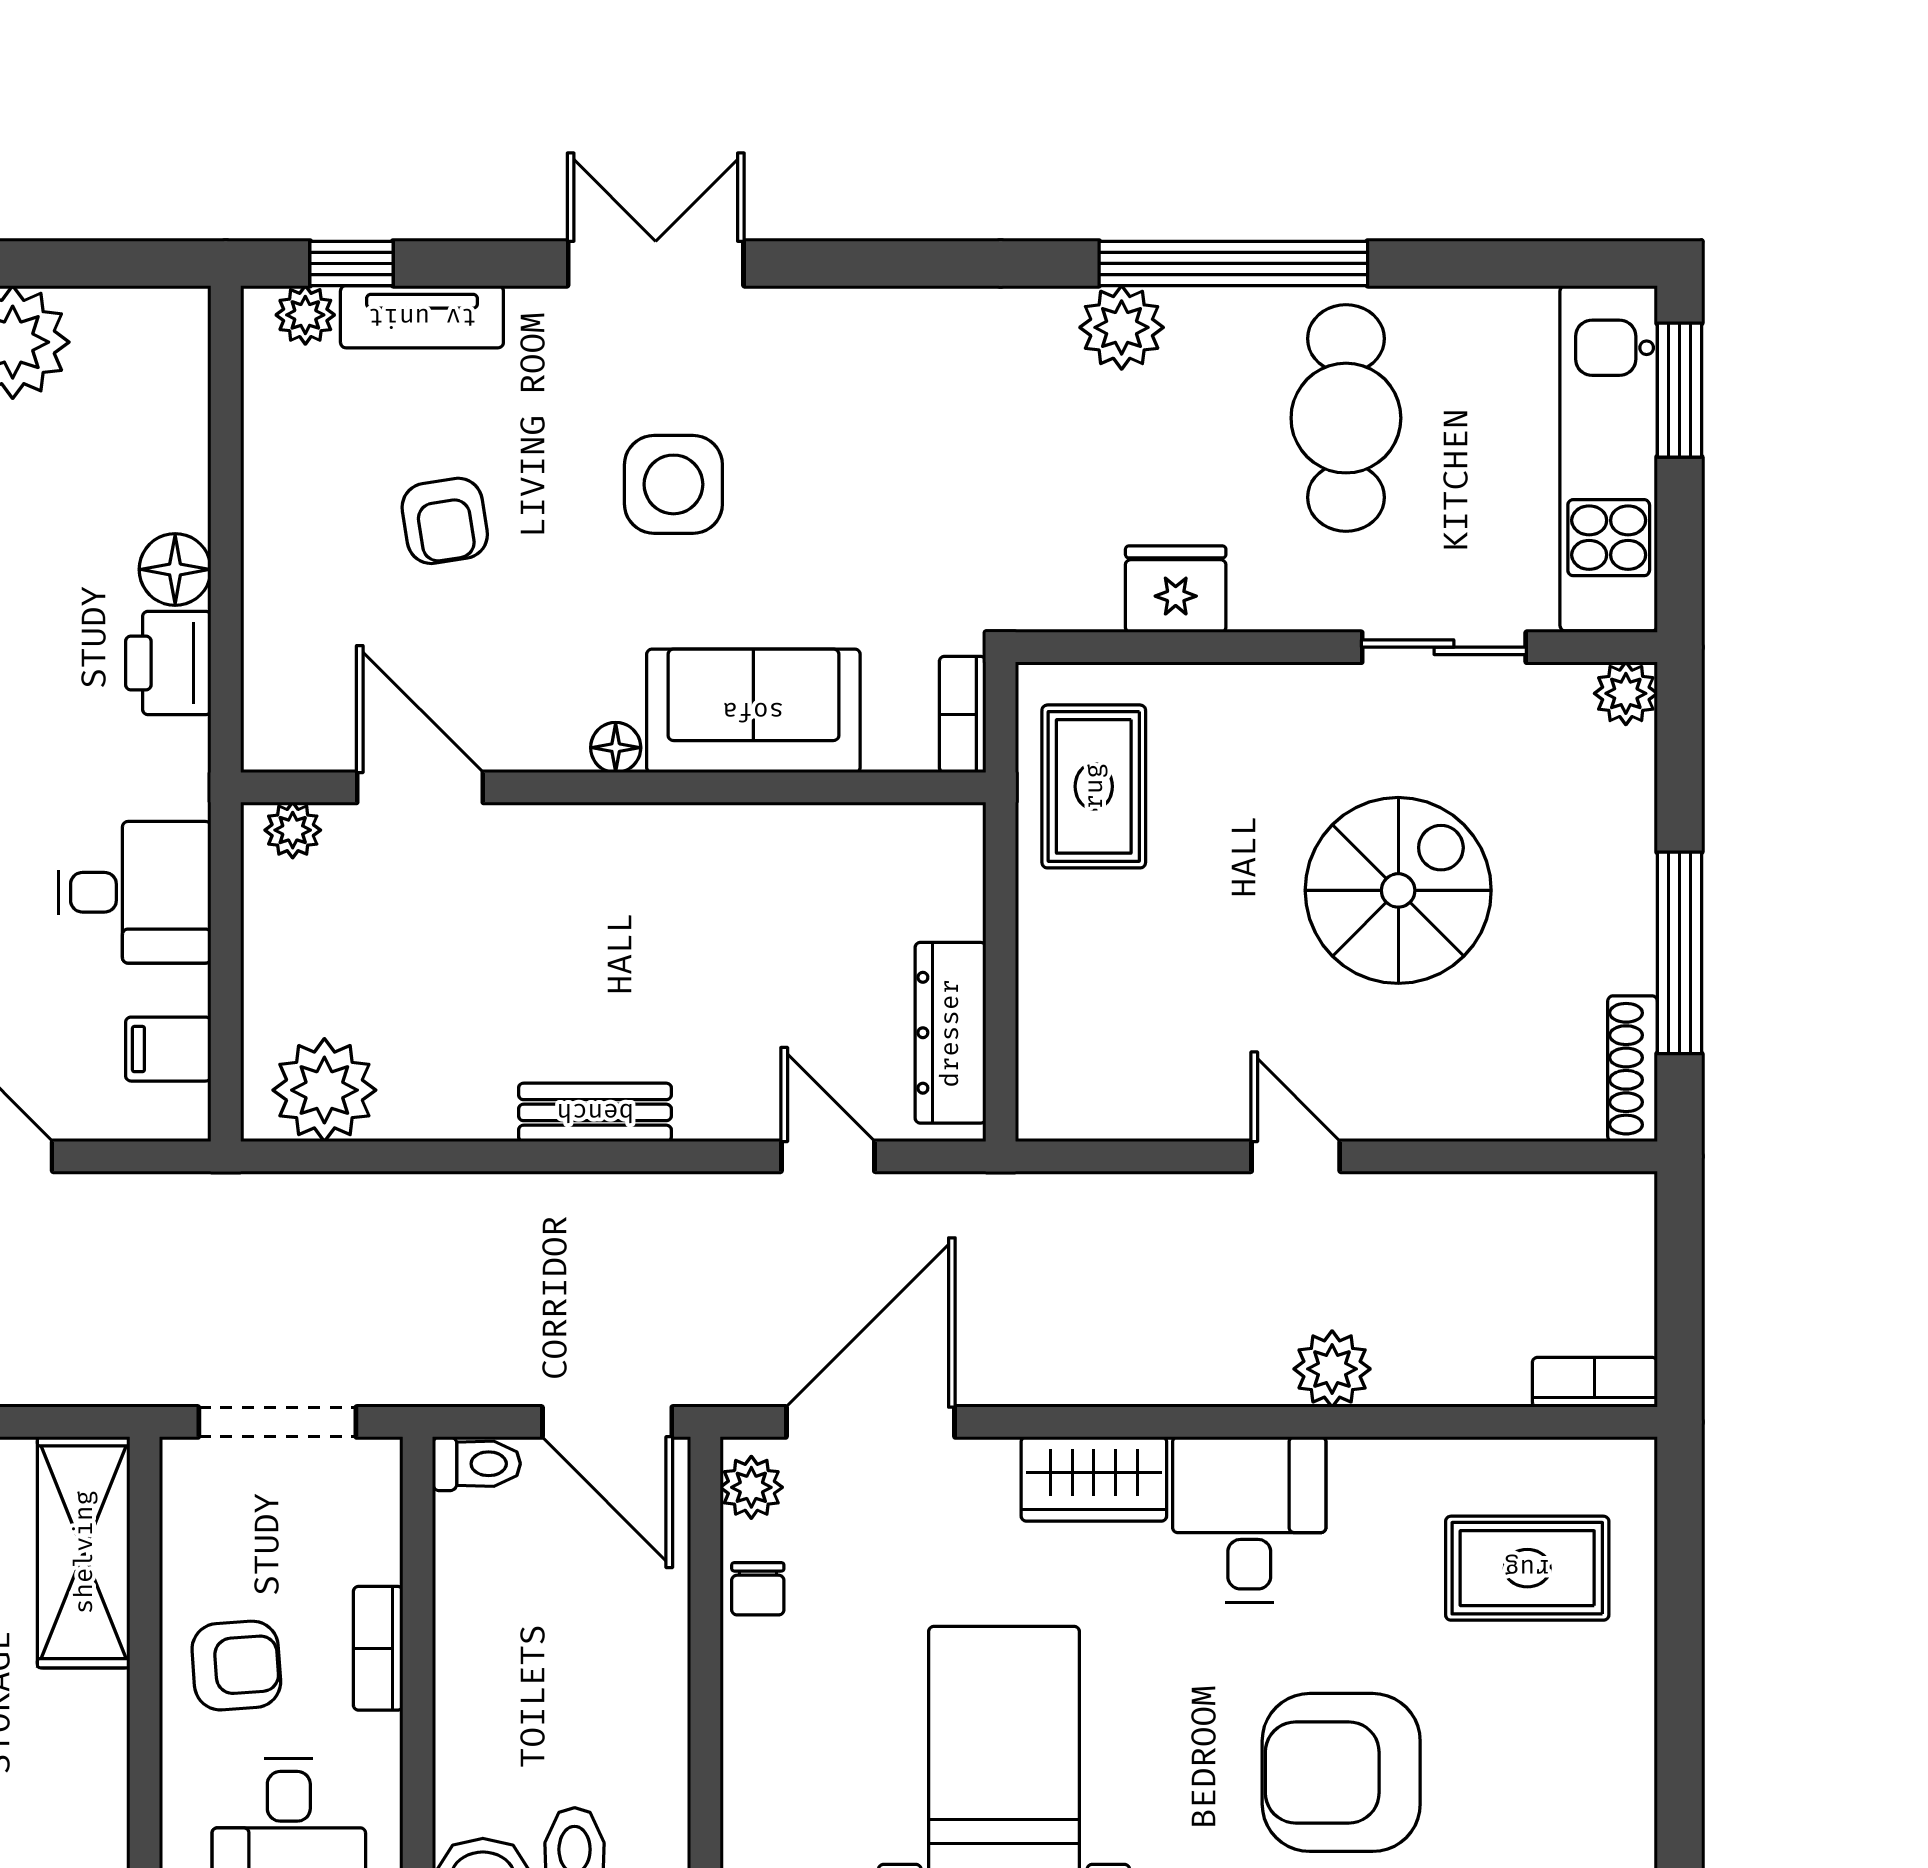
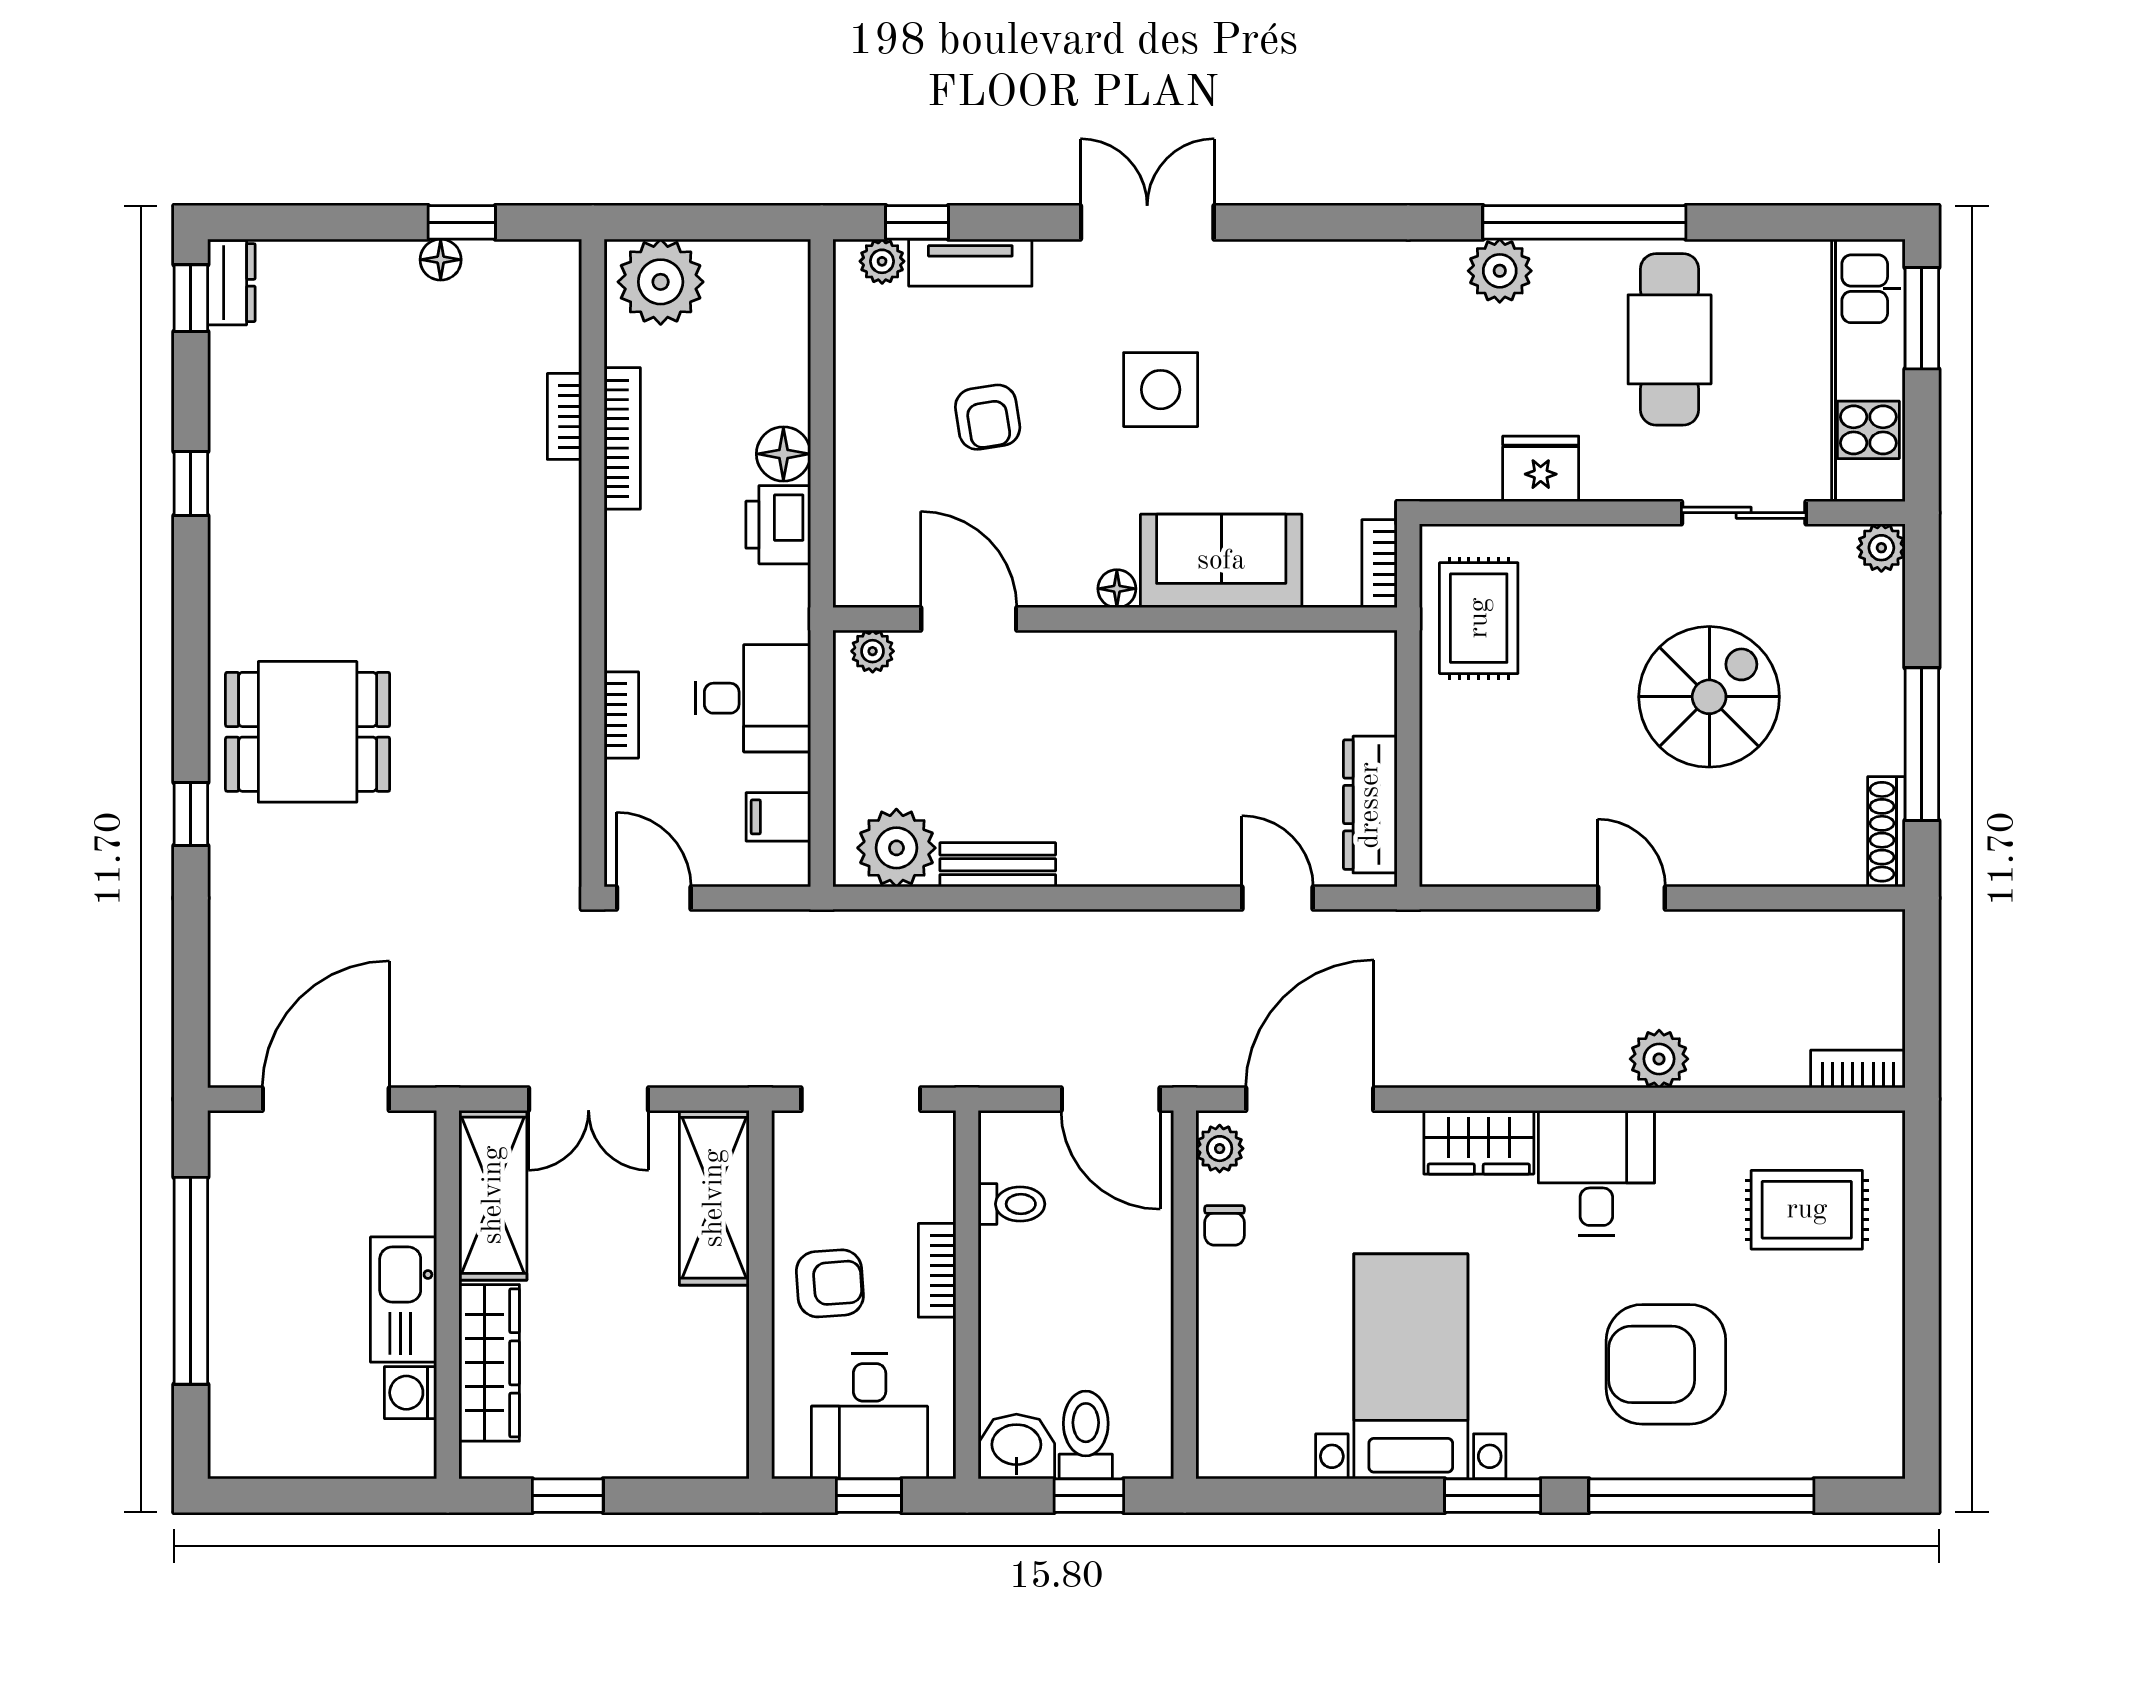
bench: (595, 1112) -> (998, 865), moved
toilet: (476, 1464) -> (1011, 1204), moved

